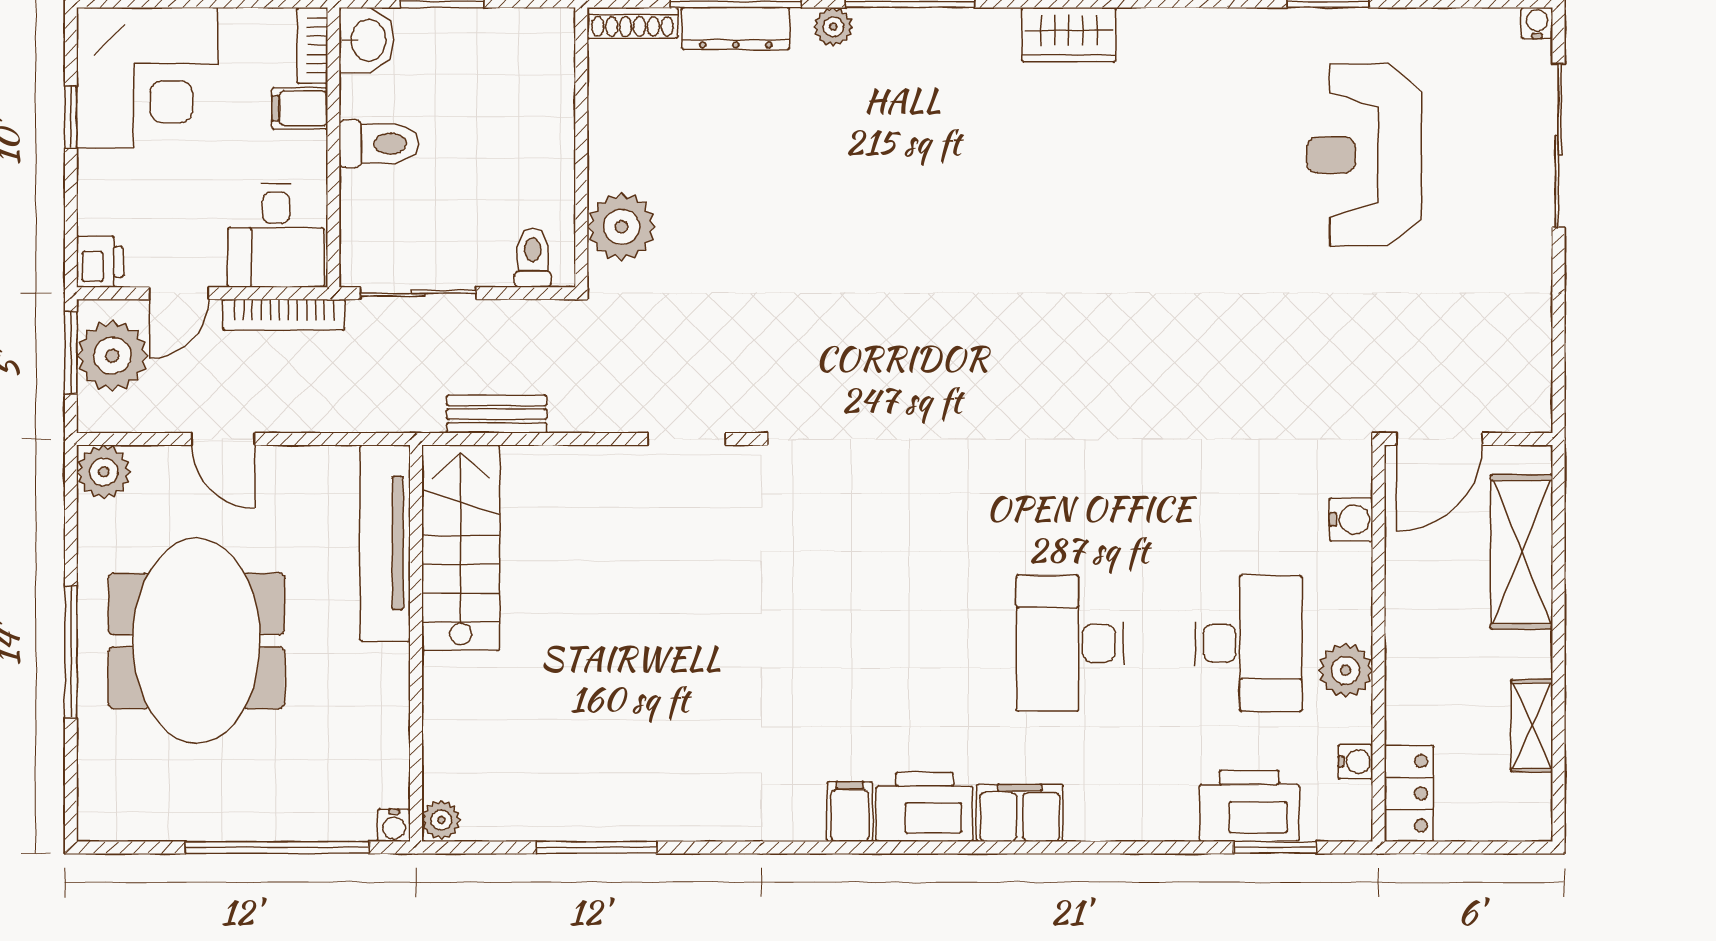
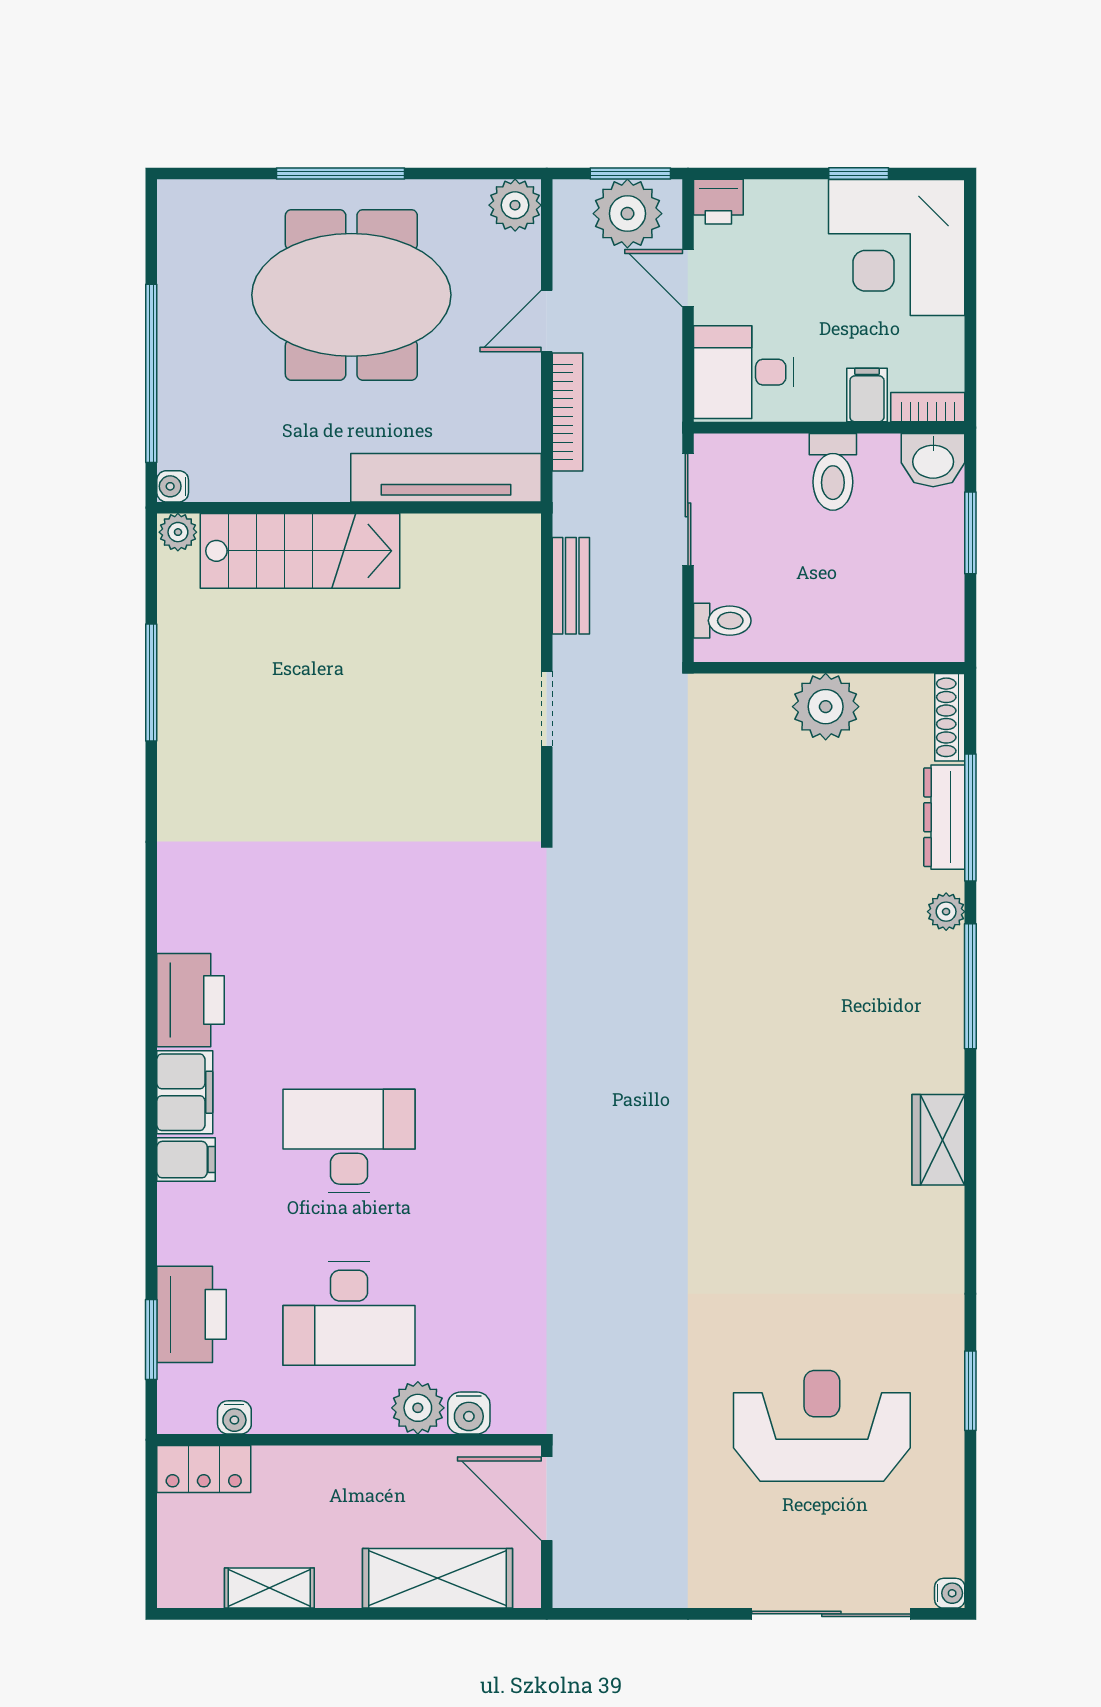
plant: (621, 227) -> (826, 707), moved
bookcase: (284, 315) -> (567, 412), moved, turned 180
doorway: (687, 439) -> (547, 709), moved
stairs: (461, 548) -> (300, 551), moved
plant: (1346, 670) -> (418, 1408), moved
filing cabinet: (850, 812) -> (186, 1160), moved

